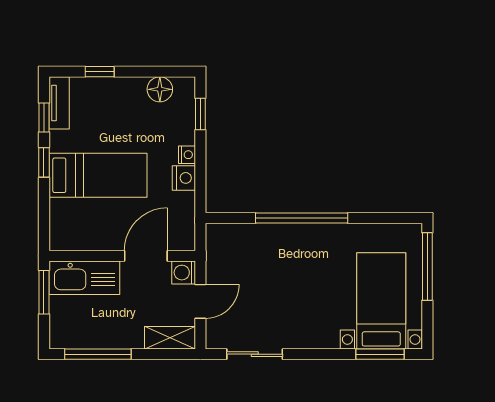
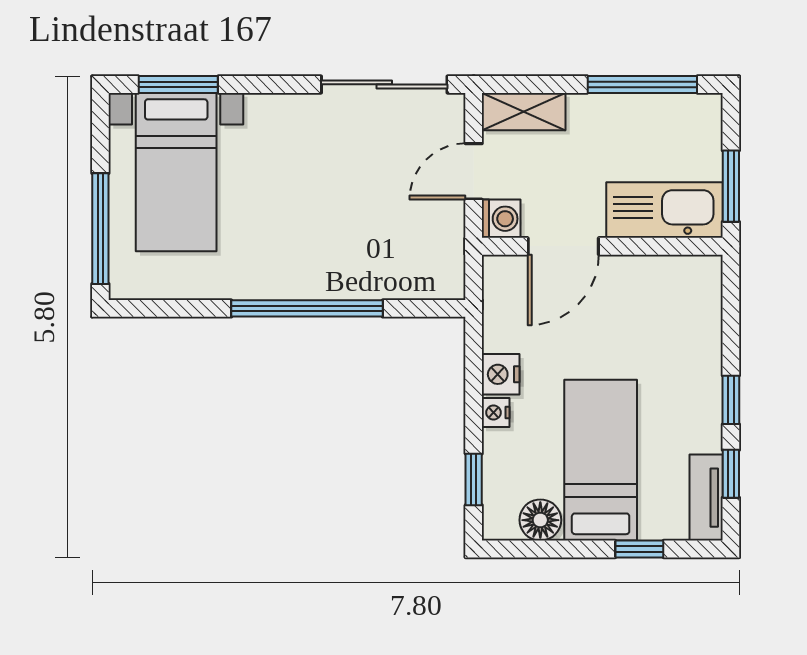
bed: (98, 175) -> (601, 460), moved, turned 90
sliding door: (255, 354) -> (384, 84), width x1.37

